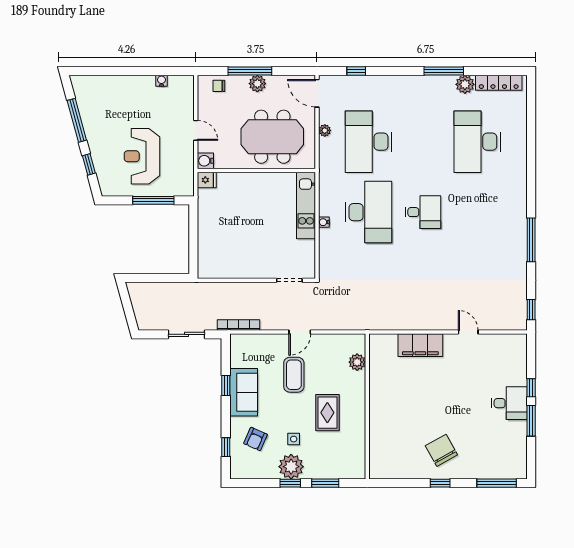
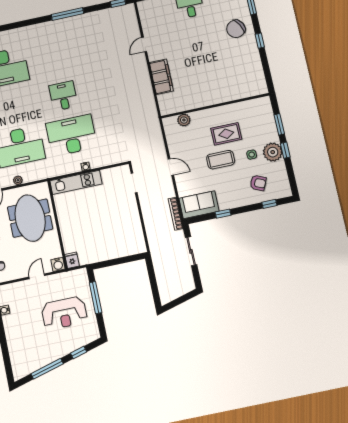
coffee table: (294, 375) -> (221, 160), moved
sofa: (244, 392) -> (199, 205), moved
chair: (441, 450) -> (236, 29), moved

